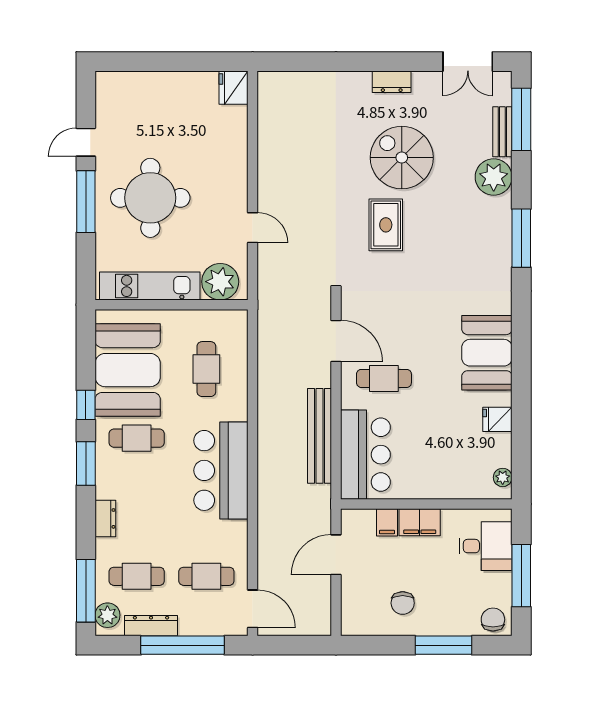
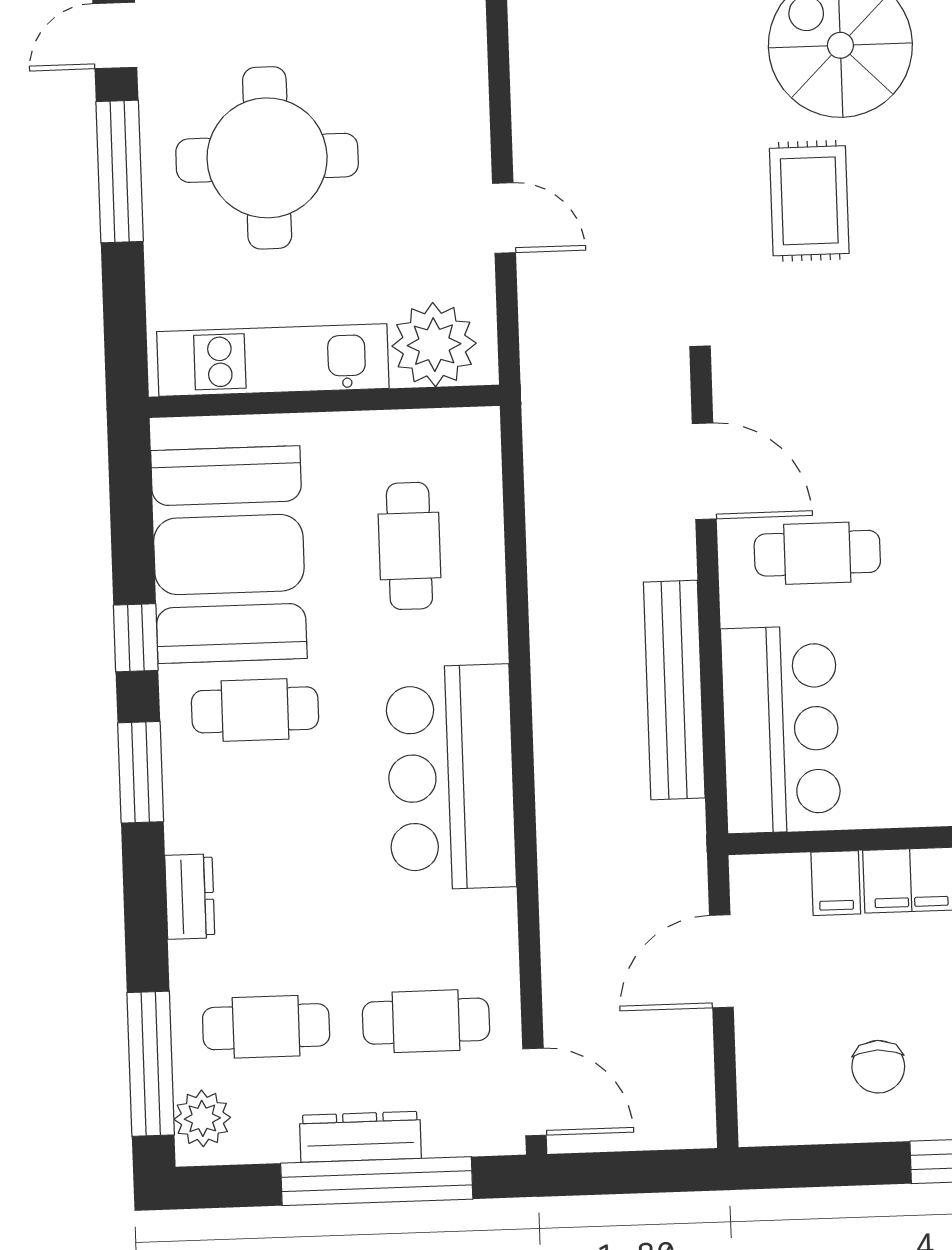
dresser: (151, 626) -> (360, 1137), moved

